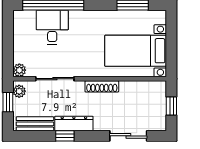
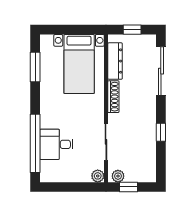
dresser: (74, 123) -> (115, 61), moved, turned 180
bench: (35, 124) -> (149, 161), removed
sliding door: (128, 136) -> (161, 71), width x1.37

